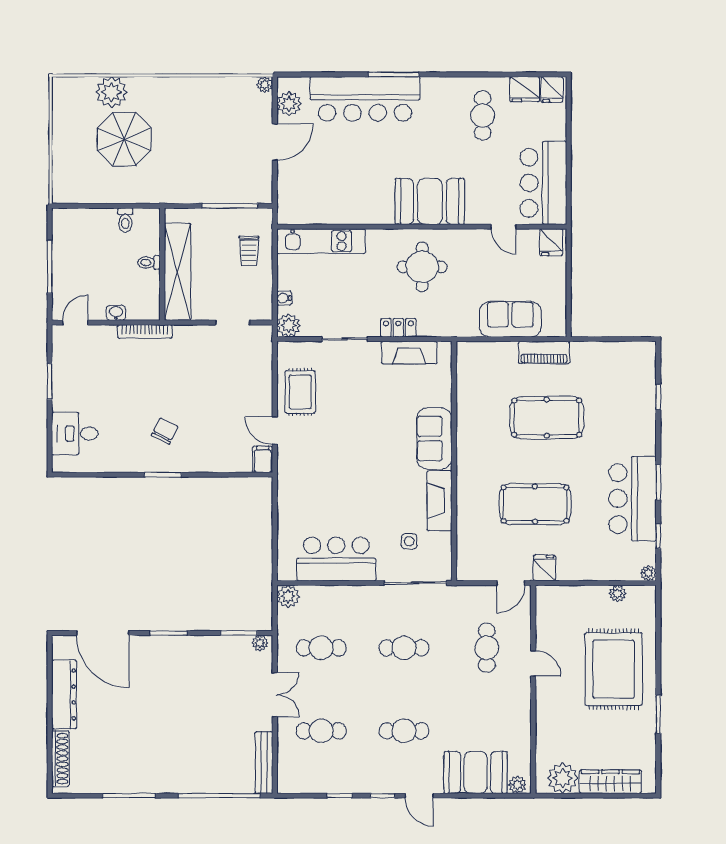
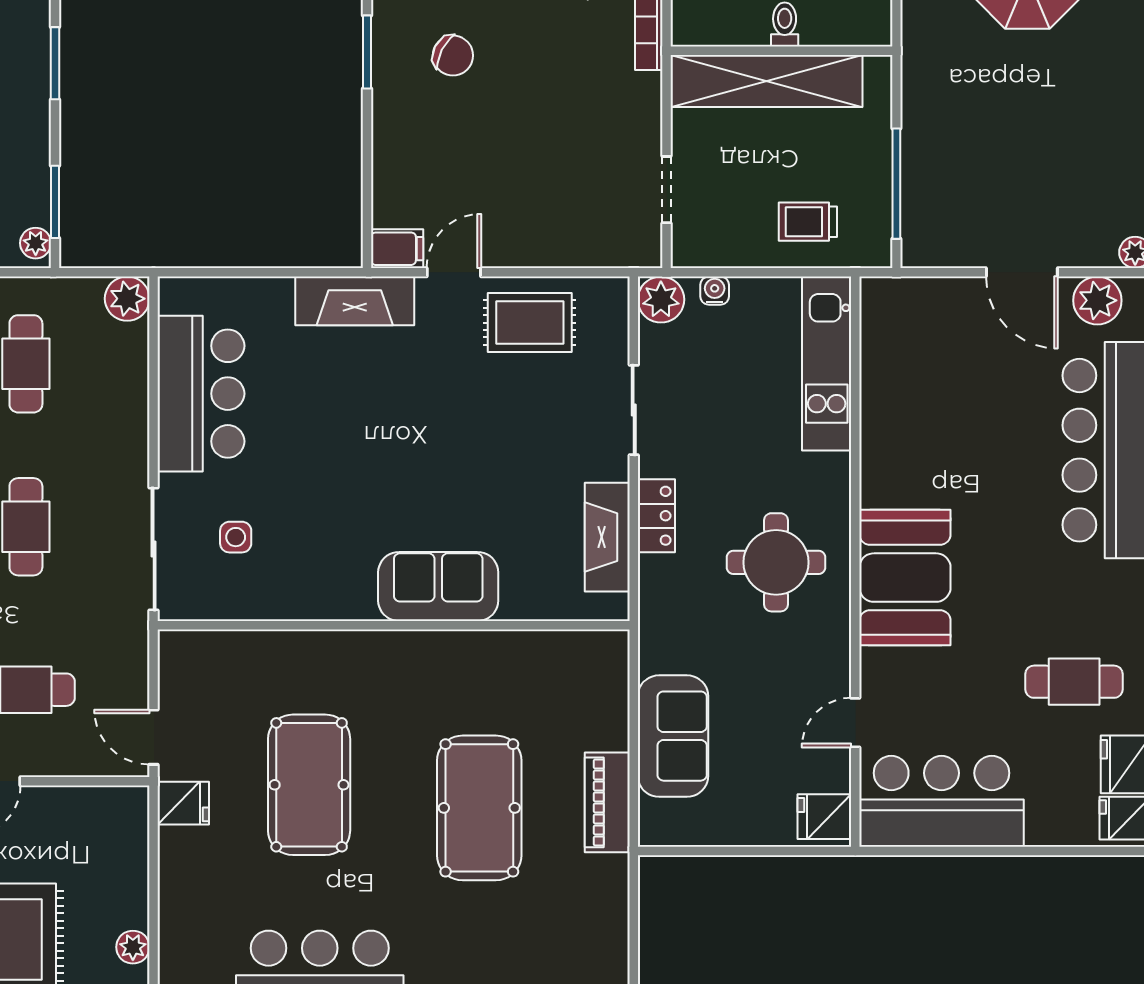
fireplace: (439, 501) -> (355, 301), moved, turned 180

